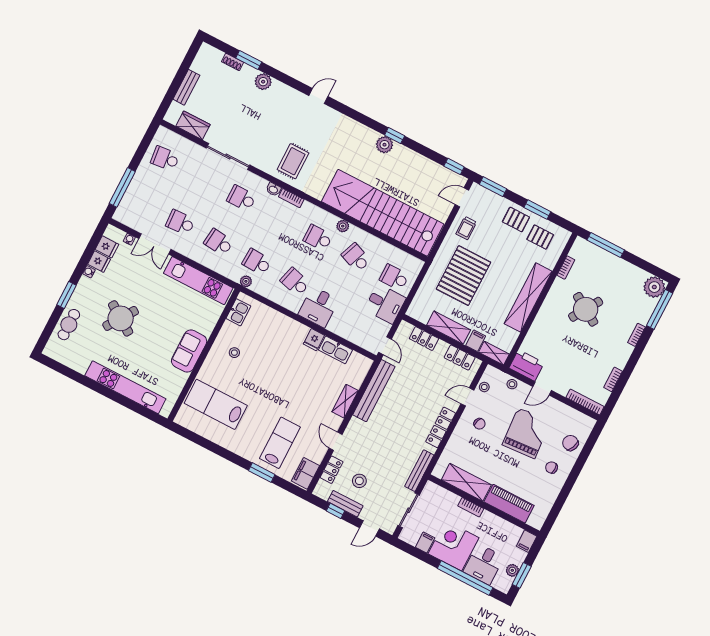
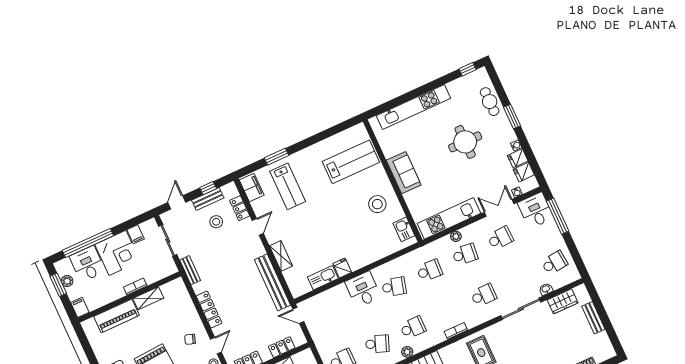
washbasin: (273, 189) -> (546, 289), moved
plant: (246, 281) -> (456, 236), moved
desk: (385, 304) -> (536, 210), moved, turned 90
round table: (121, 318) -> (465, 142), turned -34
stool: (234, 353) -> (377, 204), width x1.89, depth x1.89
window: (56, 366) -> (467, 69), added
door: (336, 441) -> (258, 227), hinge flipped
bench: (419, 471) -> (190, 270), width x0.73
shelving: (466, 482) -> (148, 298), width x0.67, depth x0.75

